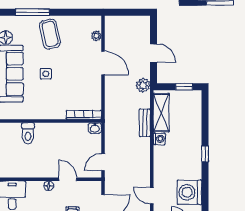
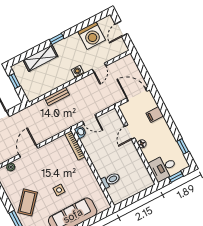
coffee table: (50, 34) -> (28, 202), turned -37
plant: (143, 85) -> (30, 112), removed
shelving: (161, 113) -> (40, 58), moved
washing machine: (159, 139) -> (78, 72), moved
door: (103, 162) -> (89, 119), moved
door: (152, 196) -> (99, 68), moved

